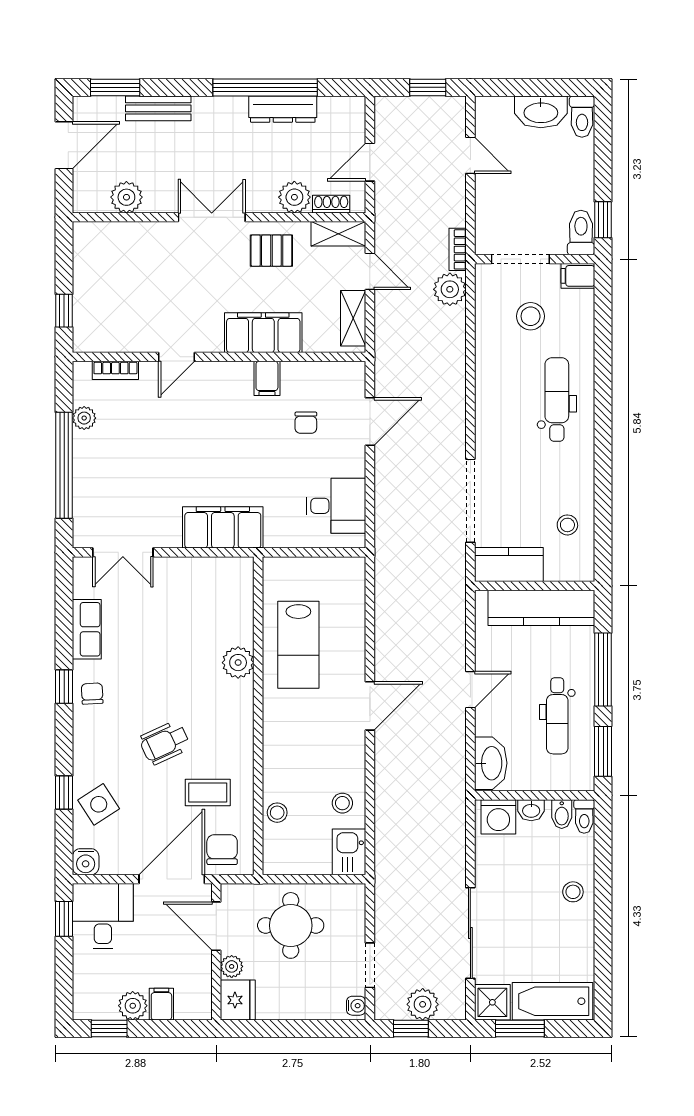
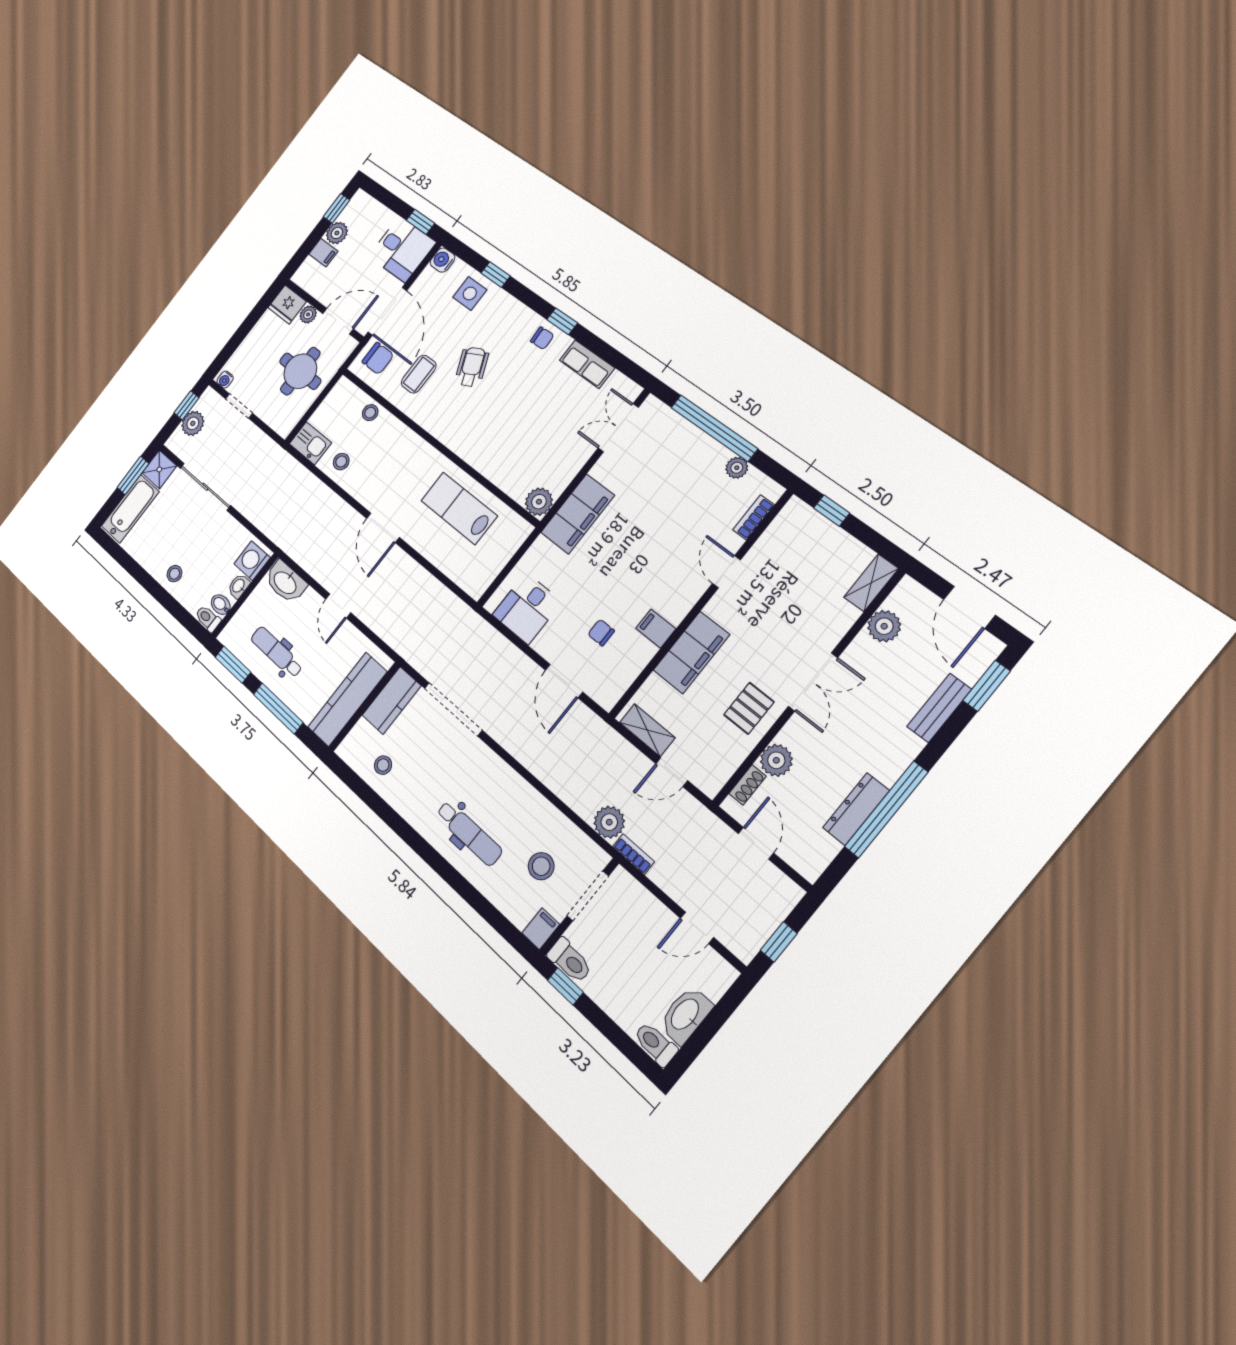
shelving: (338, 234) -> (871, 583), moved
plant: (238, 663) -> (539, 502), moved
side table: (99, 804) -> (470, 293), turned 33

